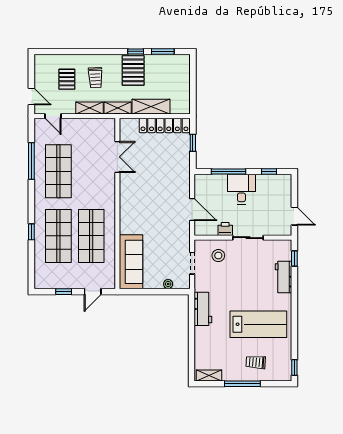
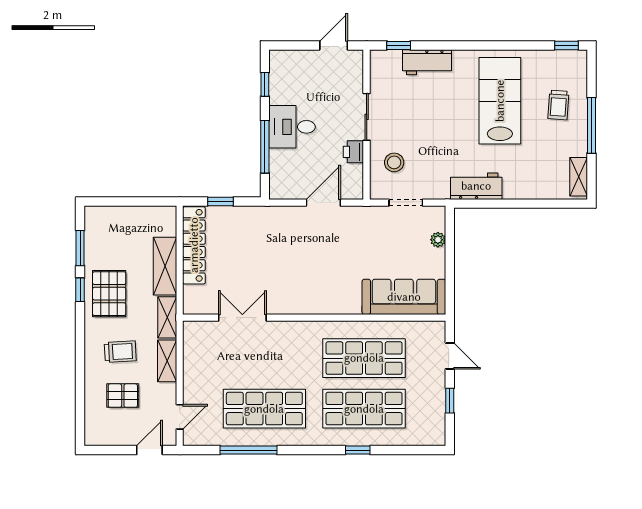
pallet: (133, 70) -> (109, 294), turned 90

